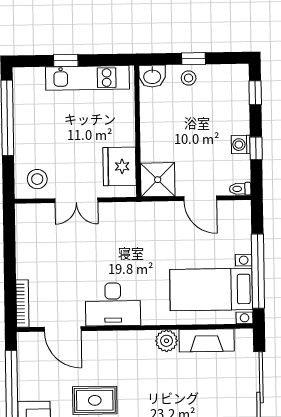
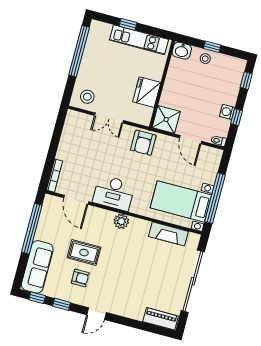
fridge: (120, 166) -> (147, 92), moved
armchair: (135, 222) -> (143, 143), added
plant: (167, 341) -> (121, 221), moved

